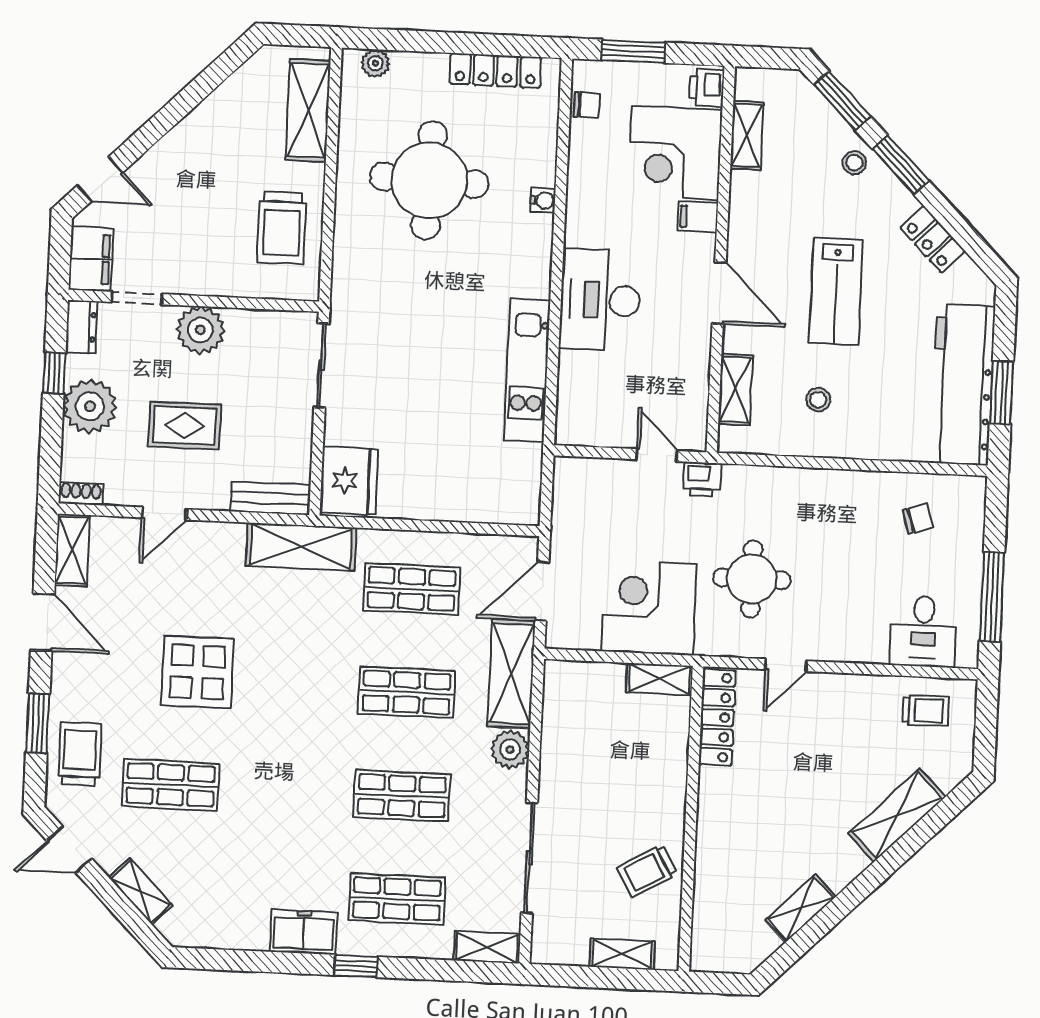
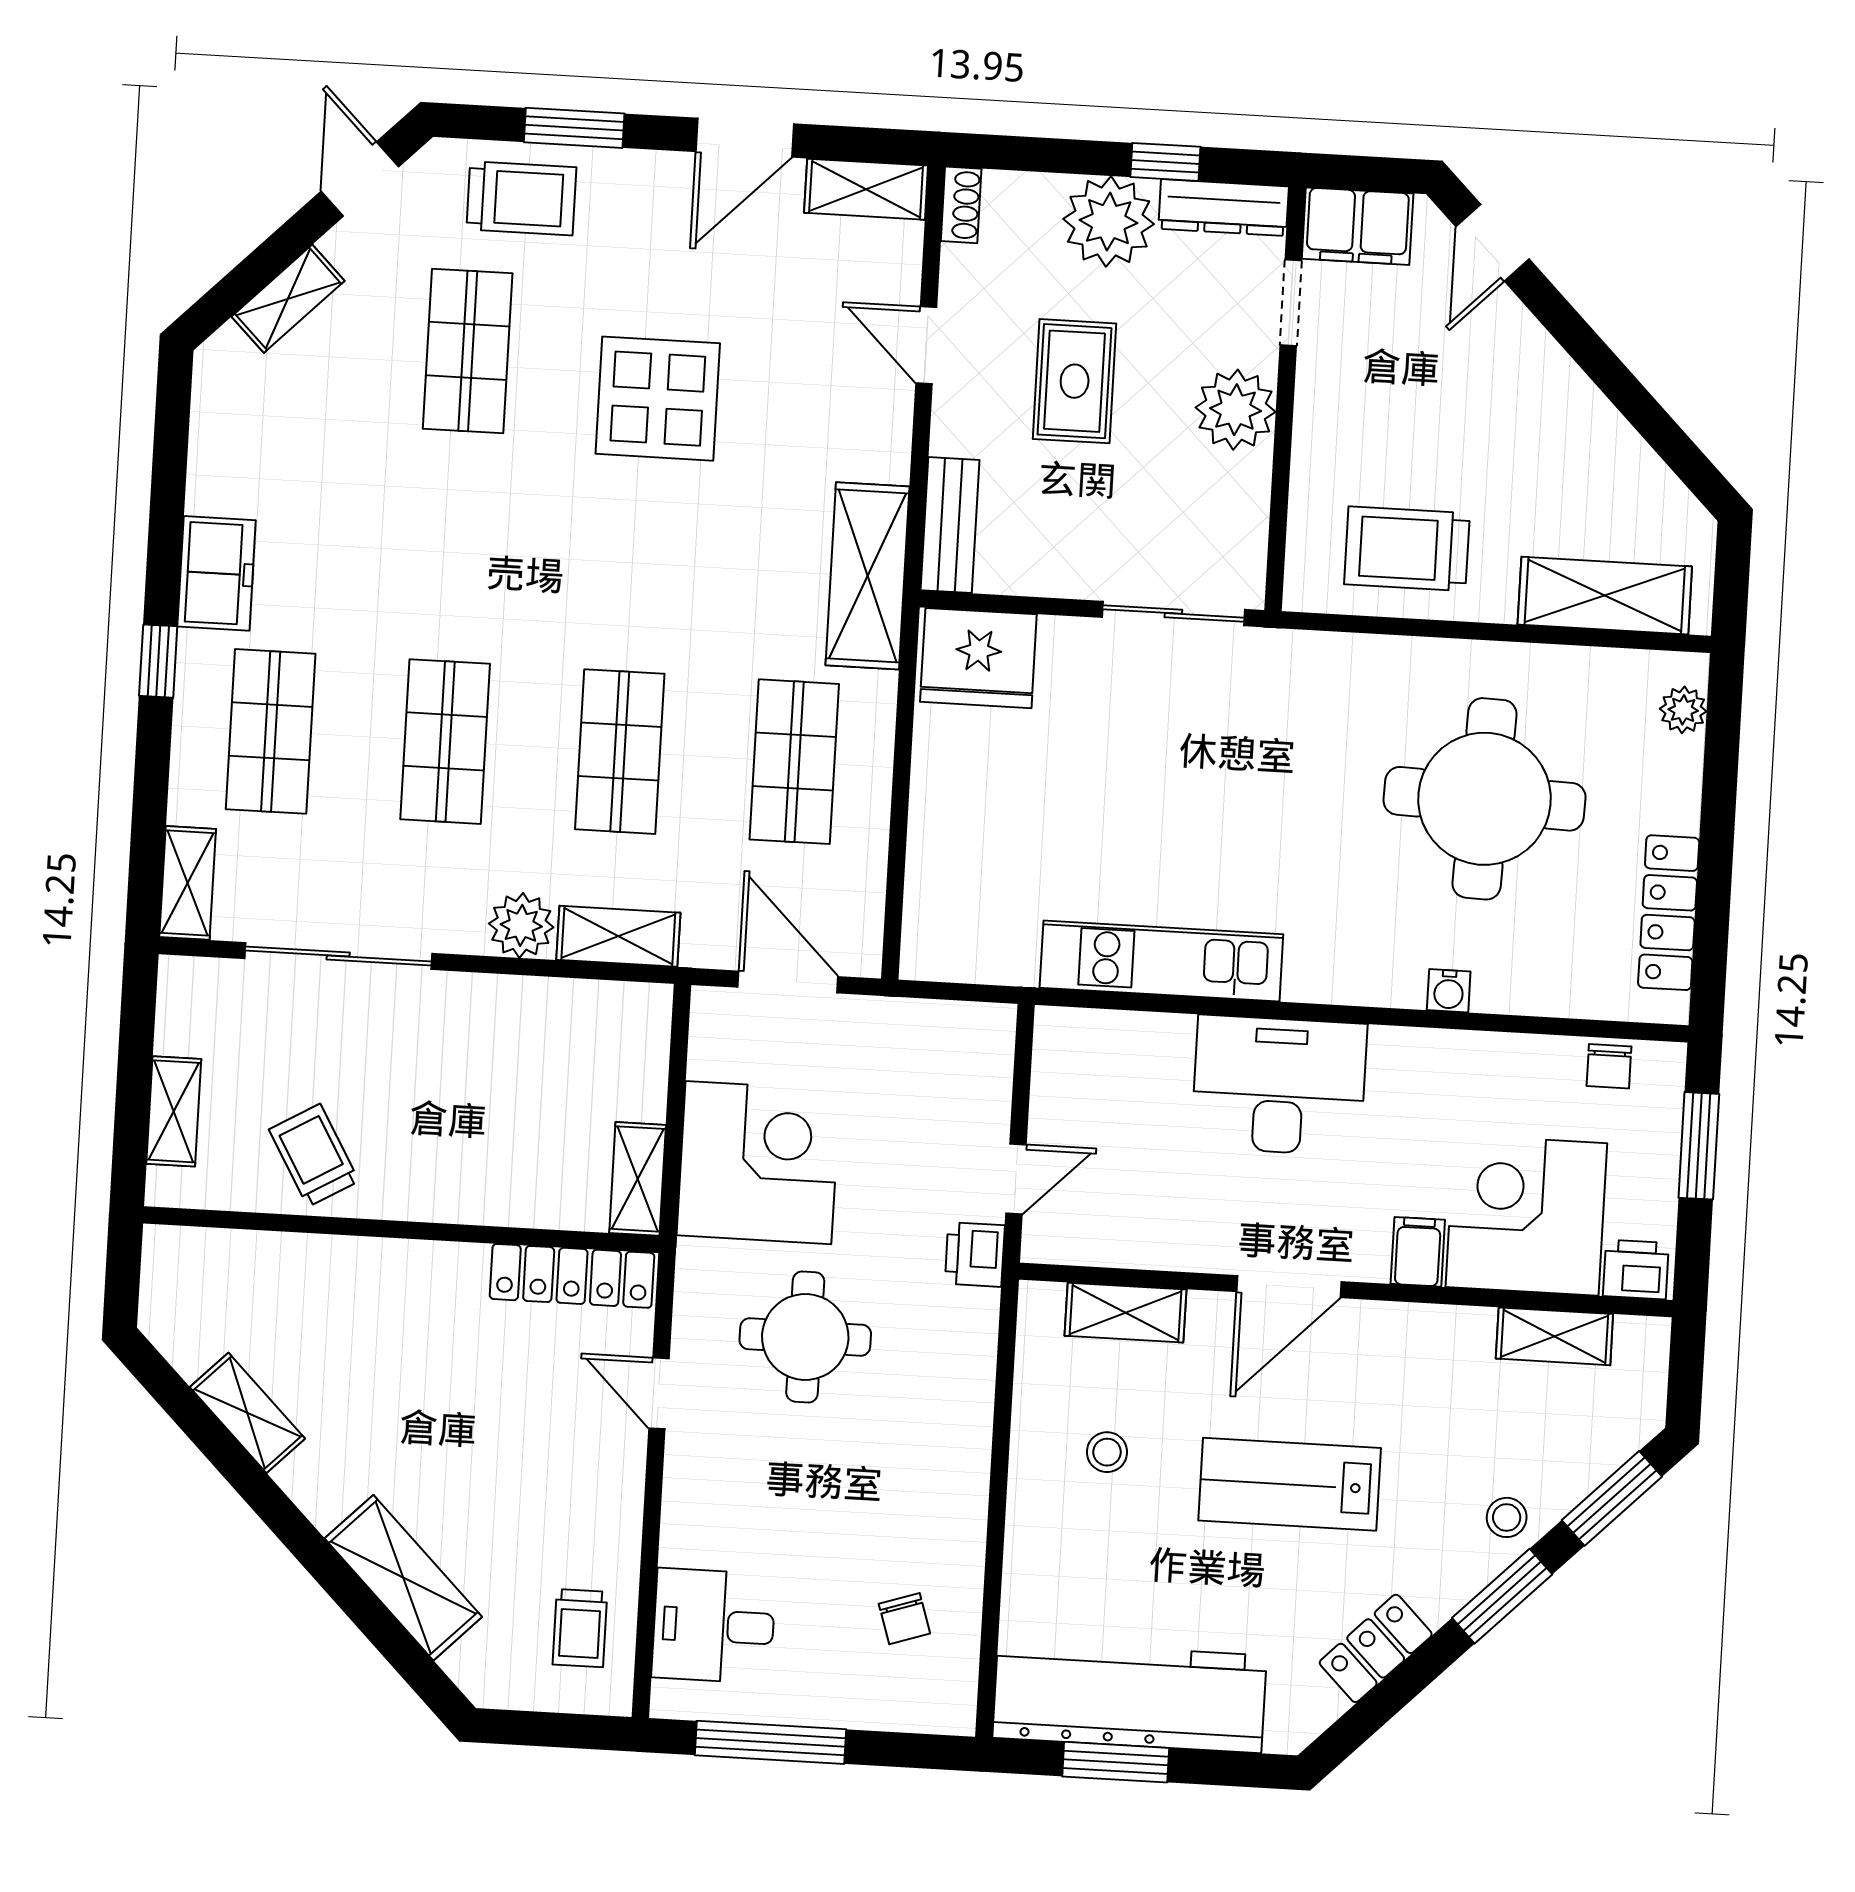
dresser: (81, 327) -> (1224, 208), width x1.44
shelving: (511, 674) -> (618, 936), width x0.67, depth x0.75

